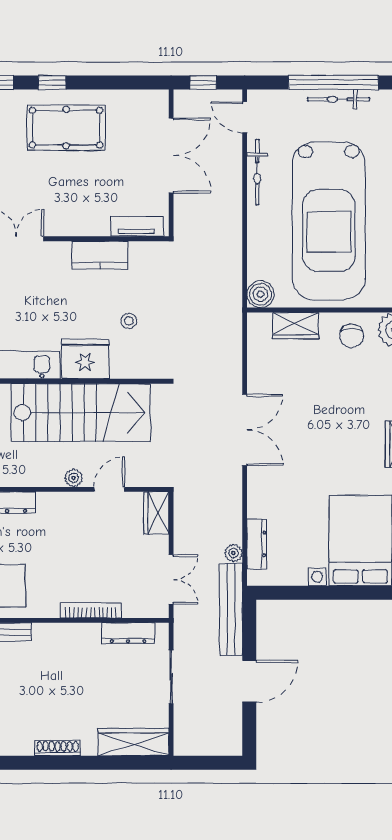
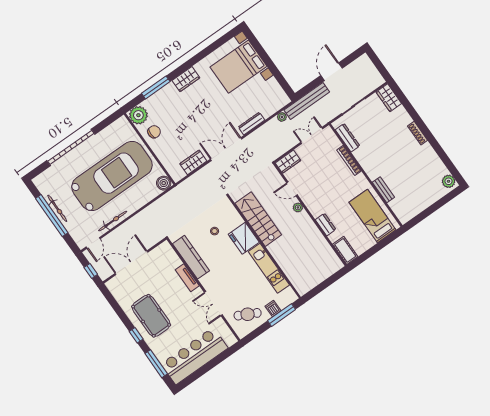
tv unit: (137, 226) -> (187, 278), moved
kitchen counter: (100, 255) -> (191, 257), width x1.50
wardrobe: (296, 326) -> (193, 162), moved, turned -90
stairs: (81, 413) -> (258, 219), width x0.73, depth x0.66
dresser: (257, 544) -> (252, 124), moved
door: (249, 681) -> (332, 72), hinge flipped
wardrobe: (133, 742) -> (389, 98), width x0.67

